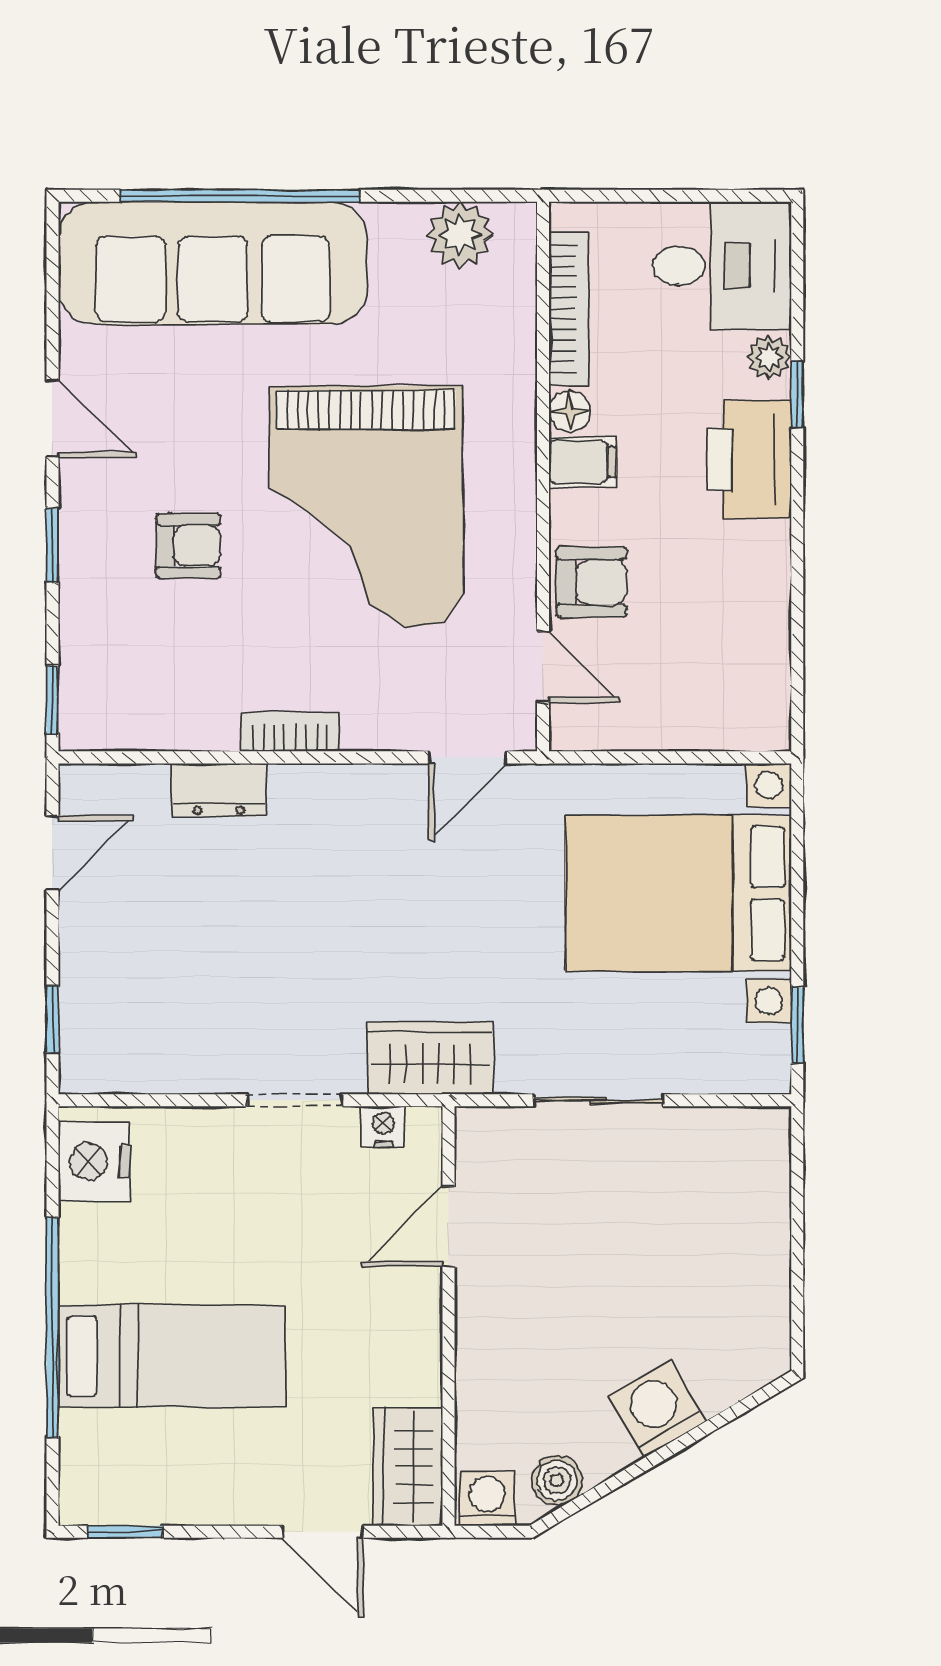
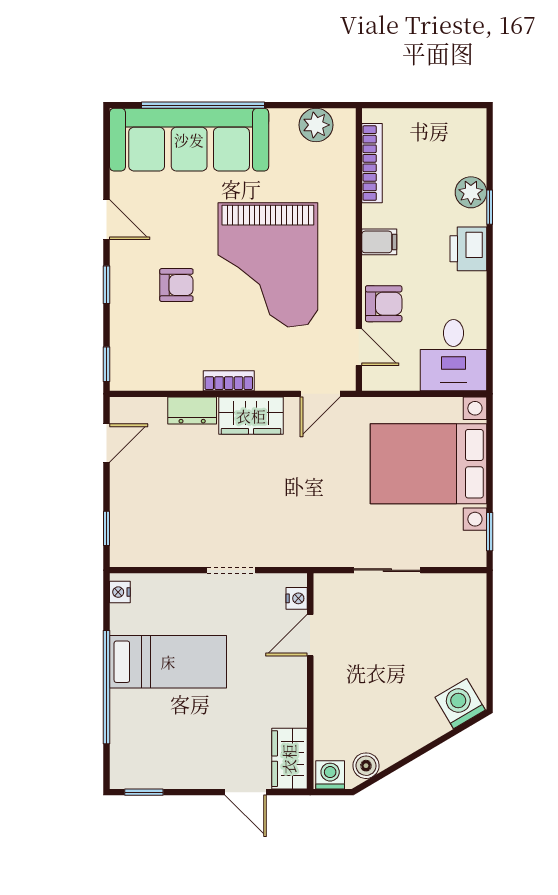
desk: (722, 266) -> (453, 355), moved, turned 90
plant: (769, 357) -> (471, 192), width x1.38, depth x1.38
floor lamp: (570, 411) -> (373, 216), removed
printer: (749, 459) -> (468, 249), width x0.73, depth x0.84
wardrobe: (430, 1058) -> (251, 416), moved, turned 180
nightstand: (383, 1127) -> (297, 598), moved, turned 90
nightstand: (94, 1162) -> (120, 592), width x0.53, depth x0.56
bed: (172, 1356) -> (168, 662), moved
washing machine: (657, 1409) -> (460, 704), moved

